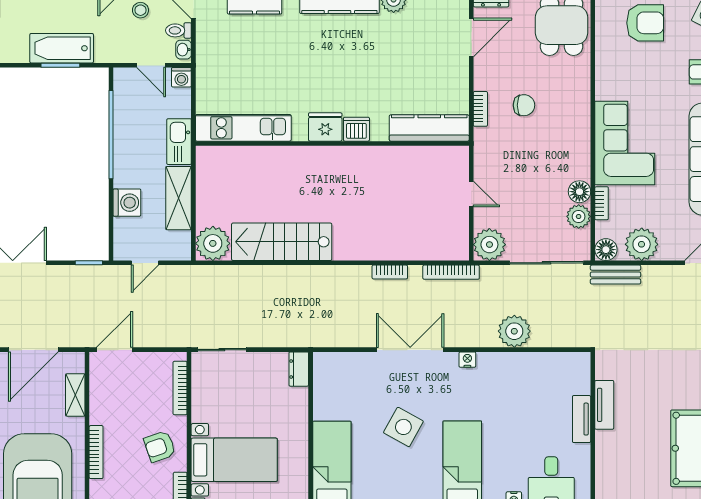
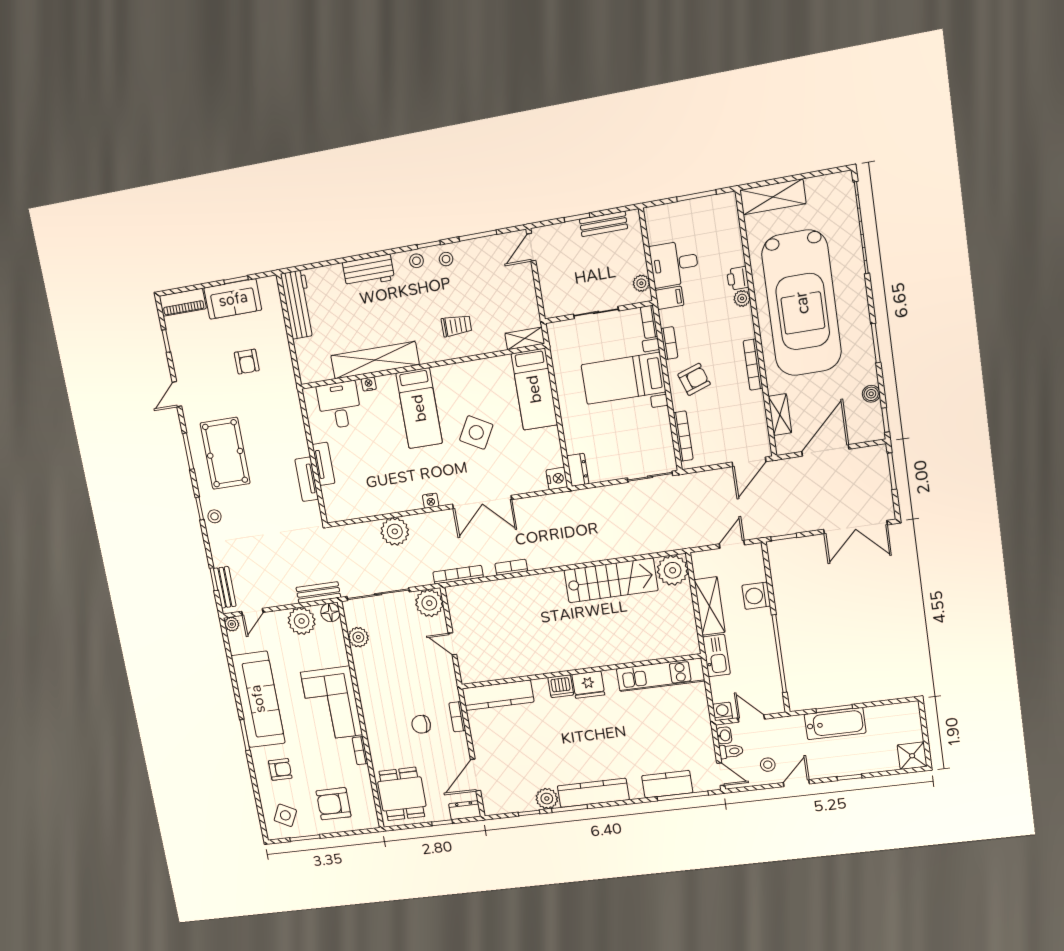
floor lamp: (579, 192) -> (361, 658), removed
bookcase: (602, 203) -> (360, 751), moved
nightstand: (323, 363) -> (557, 478), added

